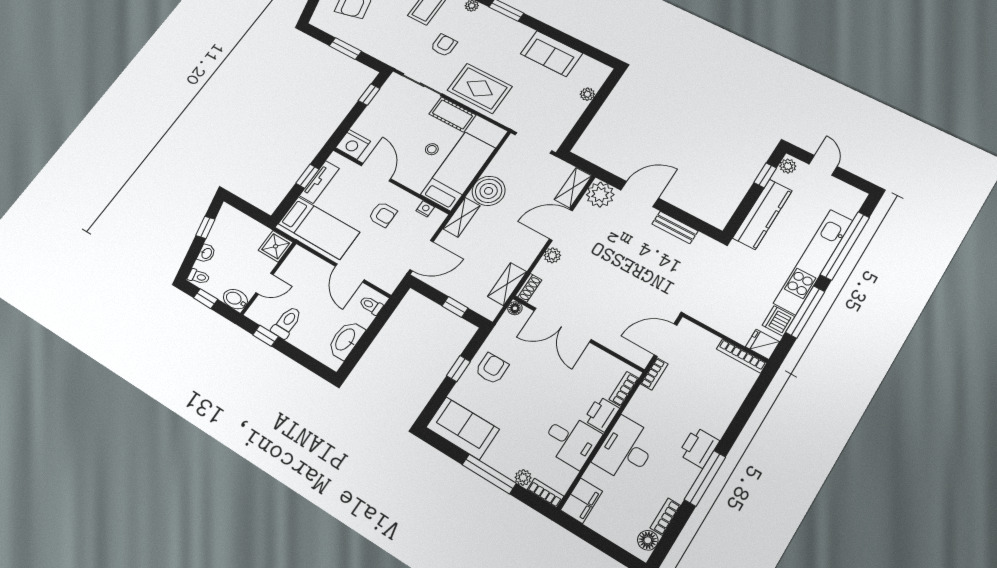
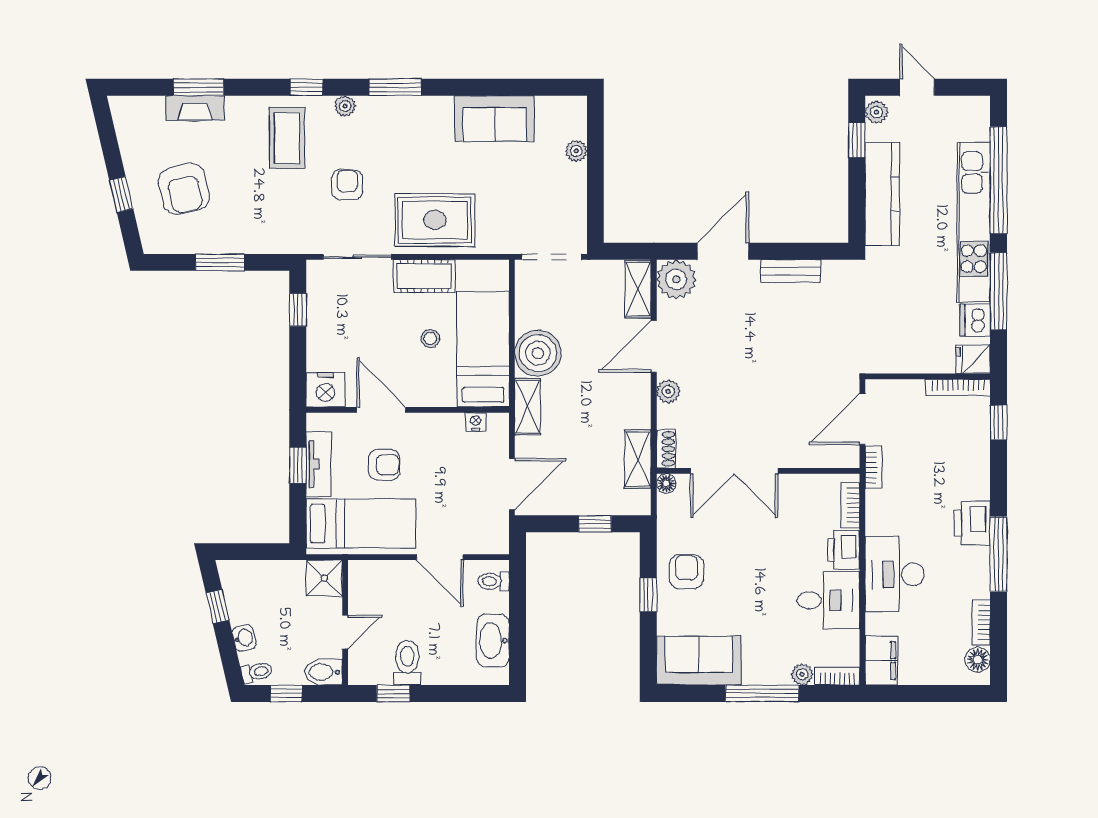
armchair: (383, 214) -> (384, 465), moved
window: (756, 393) -> (999, 422), added

